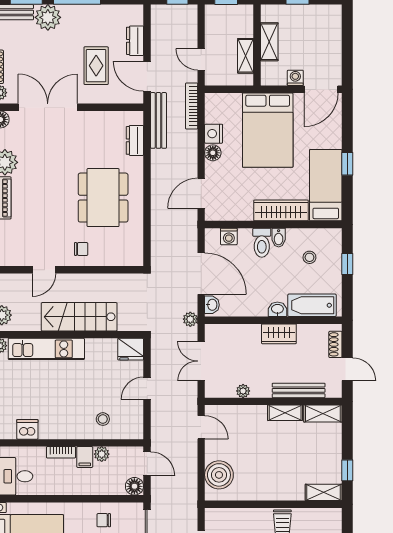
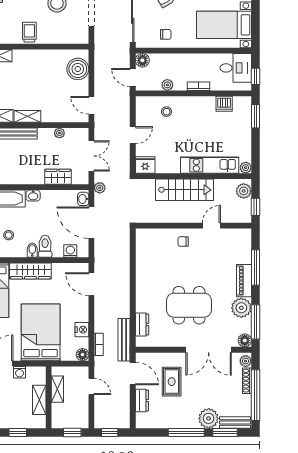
bookcase: (192, 106) -> (99, 344), width x0.64
floor lamp: (213, 153) -> (82, 355), moved
door: (201, 193) -> (91, 284), swing flipped
dining table: (103, 198) -> (189, 305), moved, turned 90
wardrobe: (279, 334) -> (58, 177), moved
filing cabinet: (85, 457) -> (180, 83), removed

